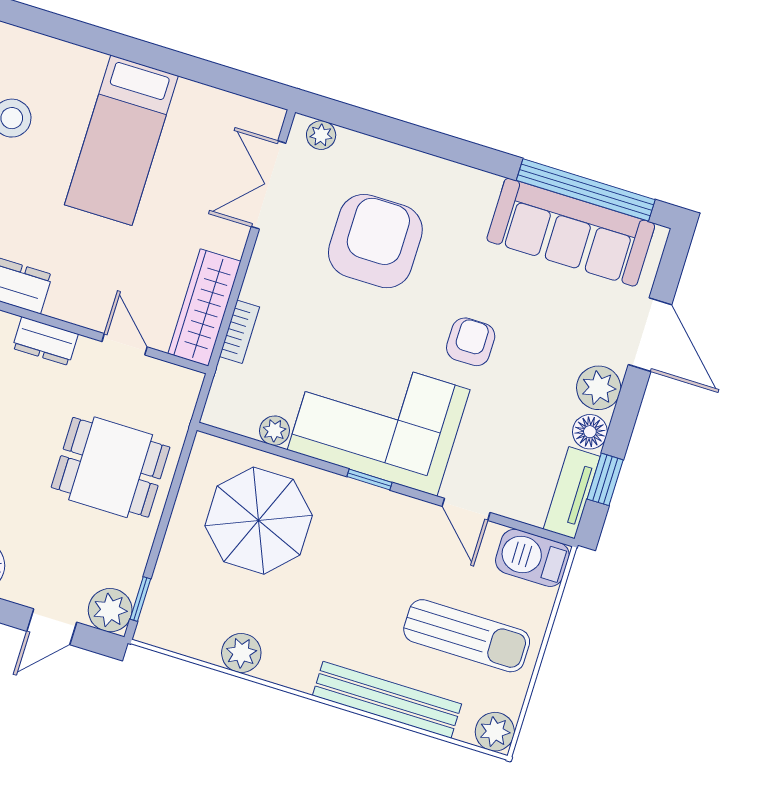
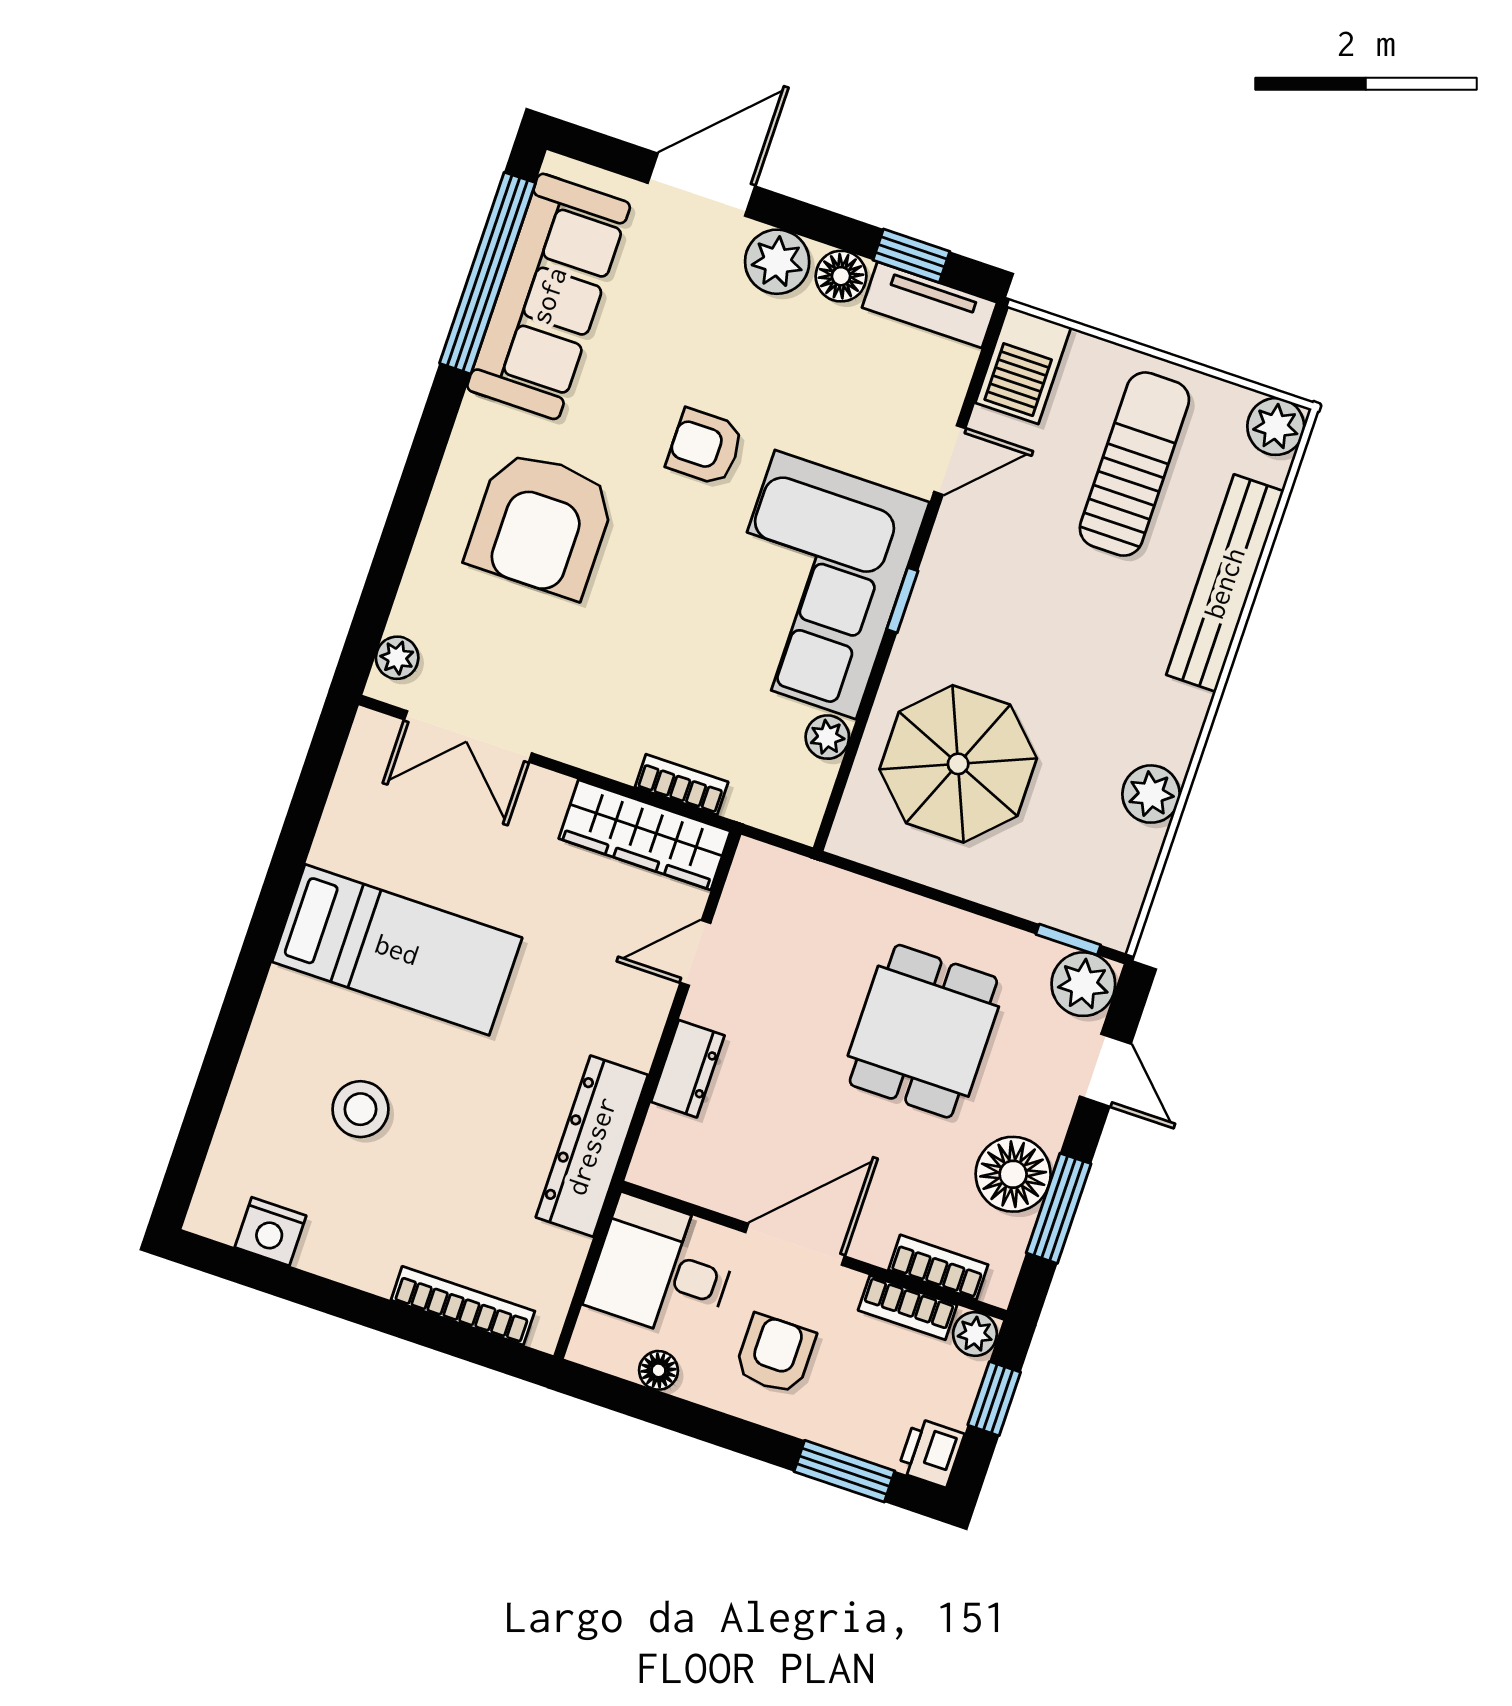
armchair: (375, 241) -> (541, 524), moved, turned -90
dining table: (111, 467) -> (923, 1031), moved

